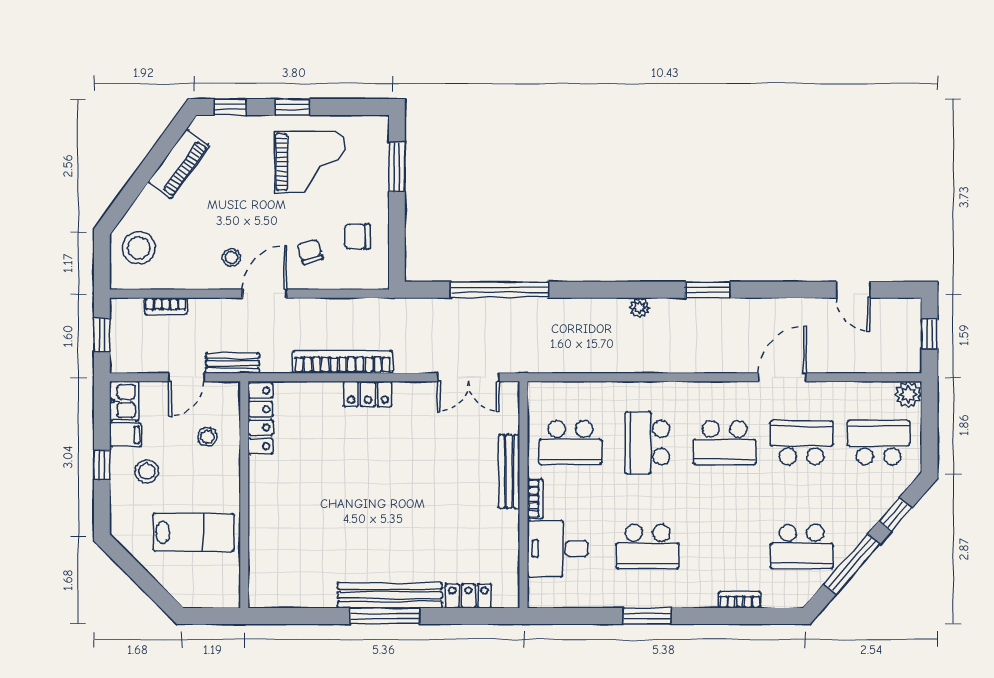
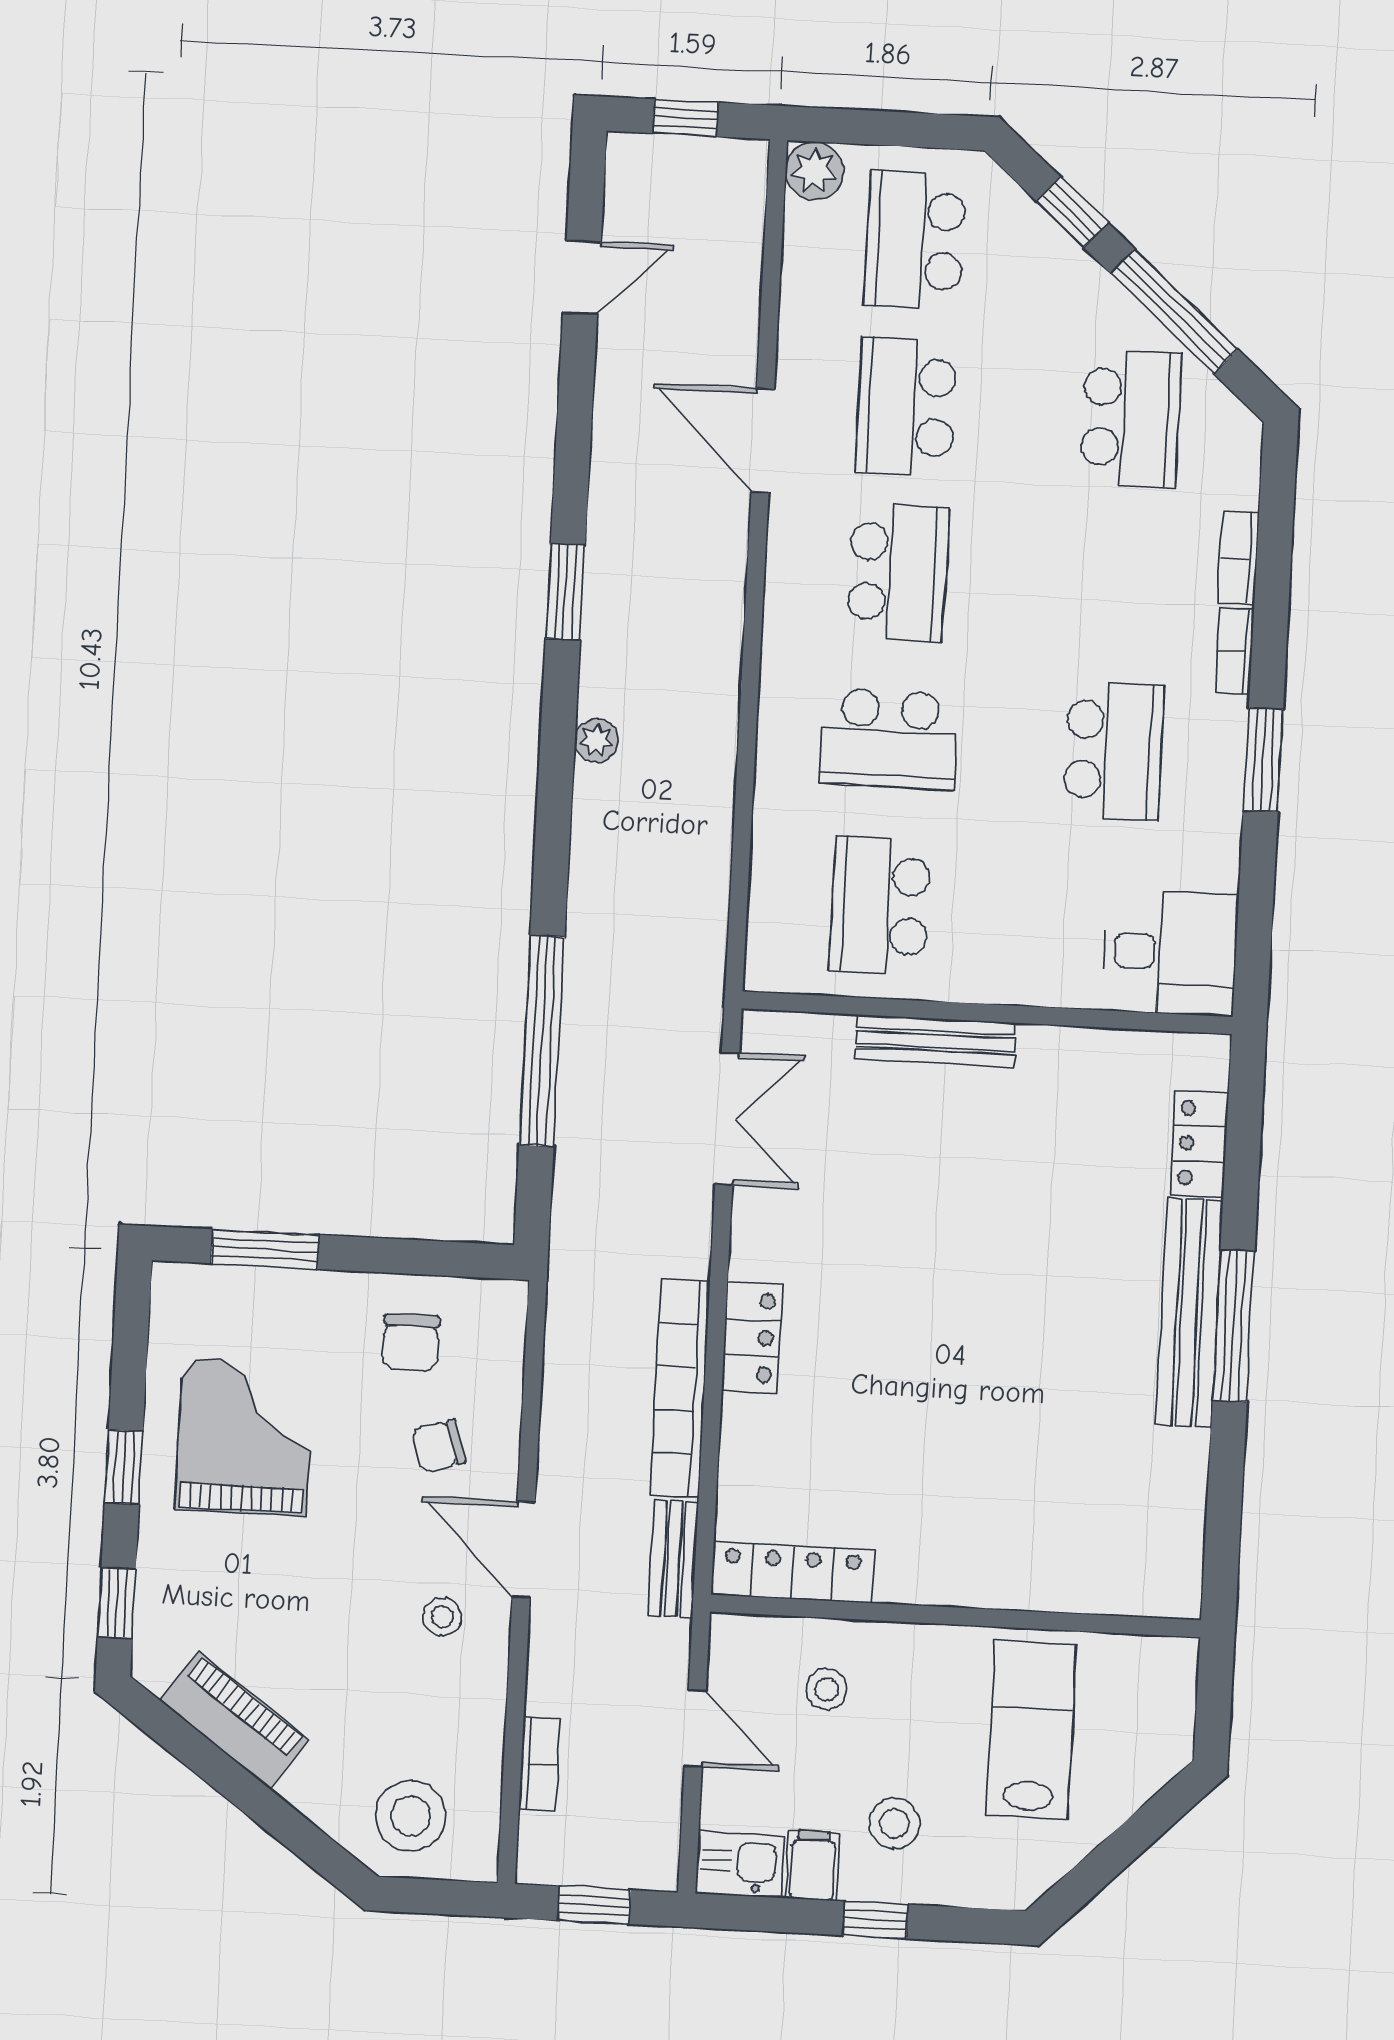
bench: (232, 363) -> (673, 1559), moved
school desk: (570, 443) -> (880, 905), turned 180
bookcase: (535, 499) -> (1235, 651), moved, turned -90
desk: (558, 549) -> (1170, 953), moved, turned -90

